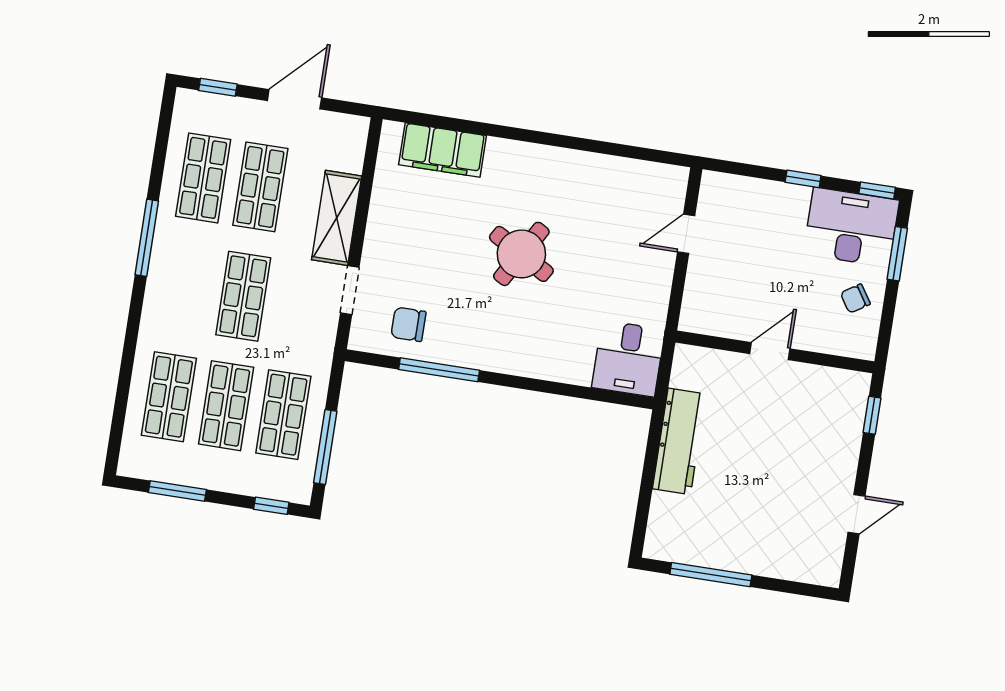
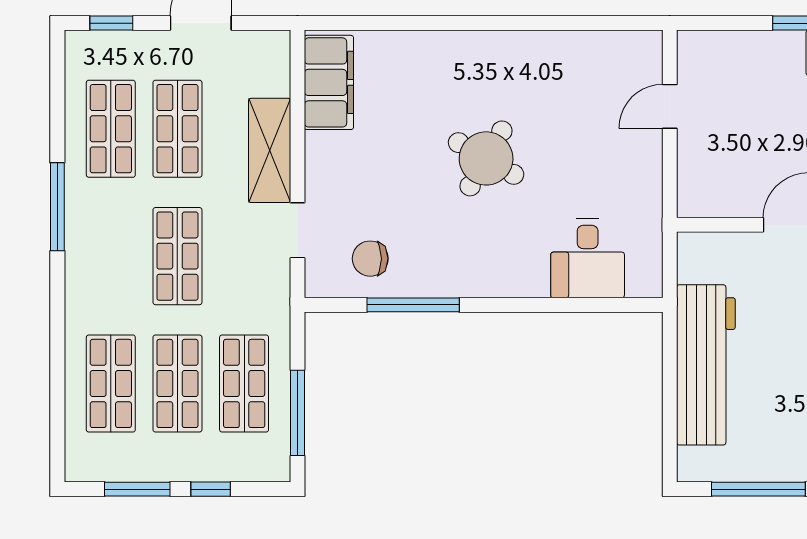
filing cabinet: (443, 150) -> (329, 82), moved, turned -90
desk: (628, 359) -> (588, 258), moved
workbench: (679, 441) -> (706, 365), width x1.36, depth x1.32
window: (271, 506) -> (211, 489), moved

